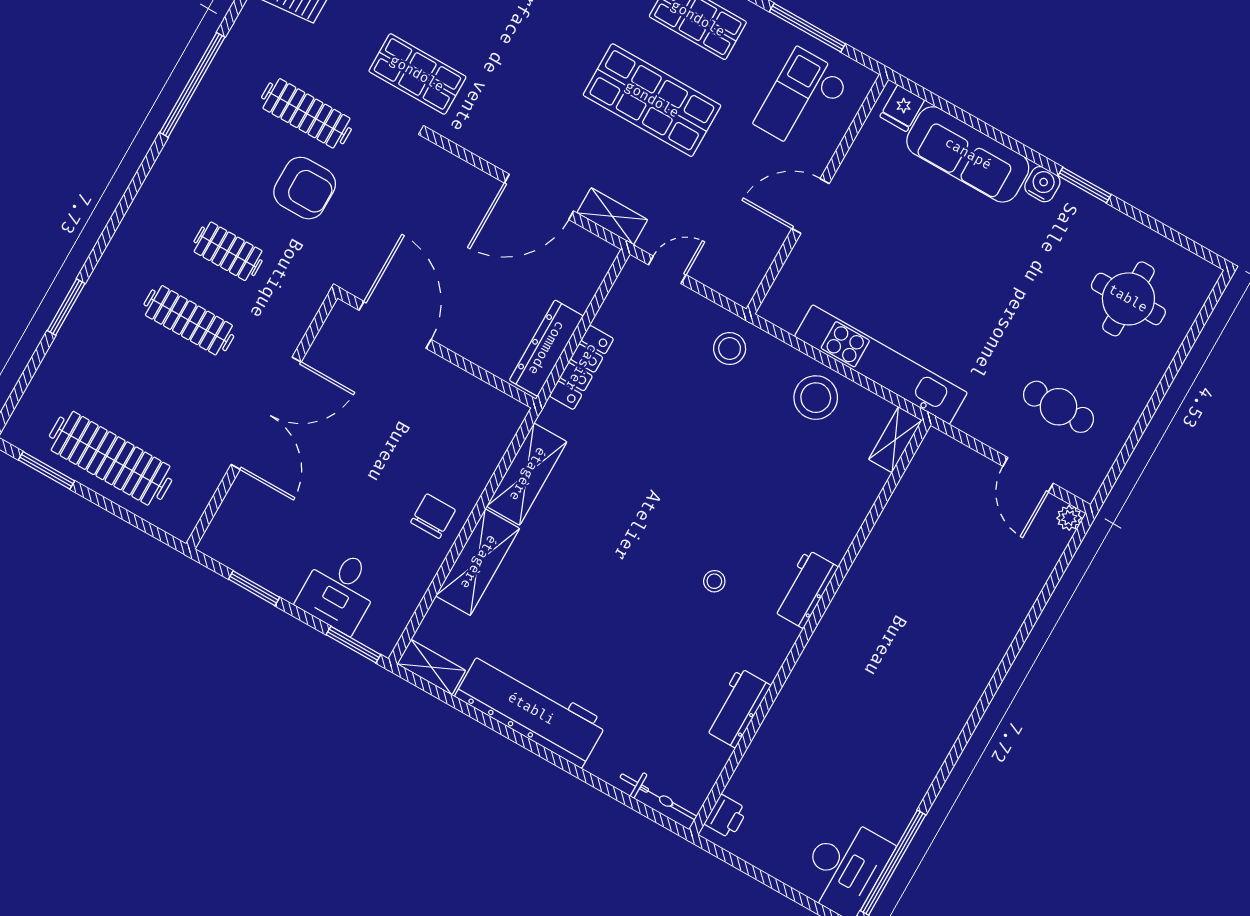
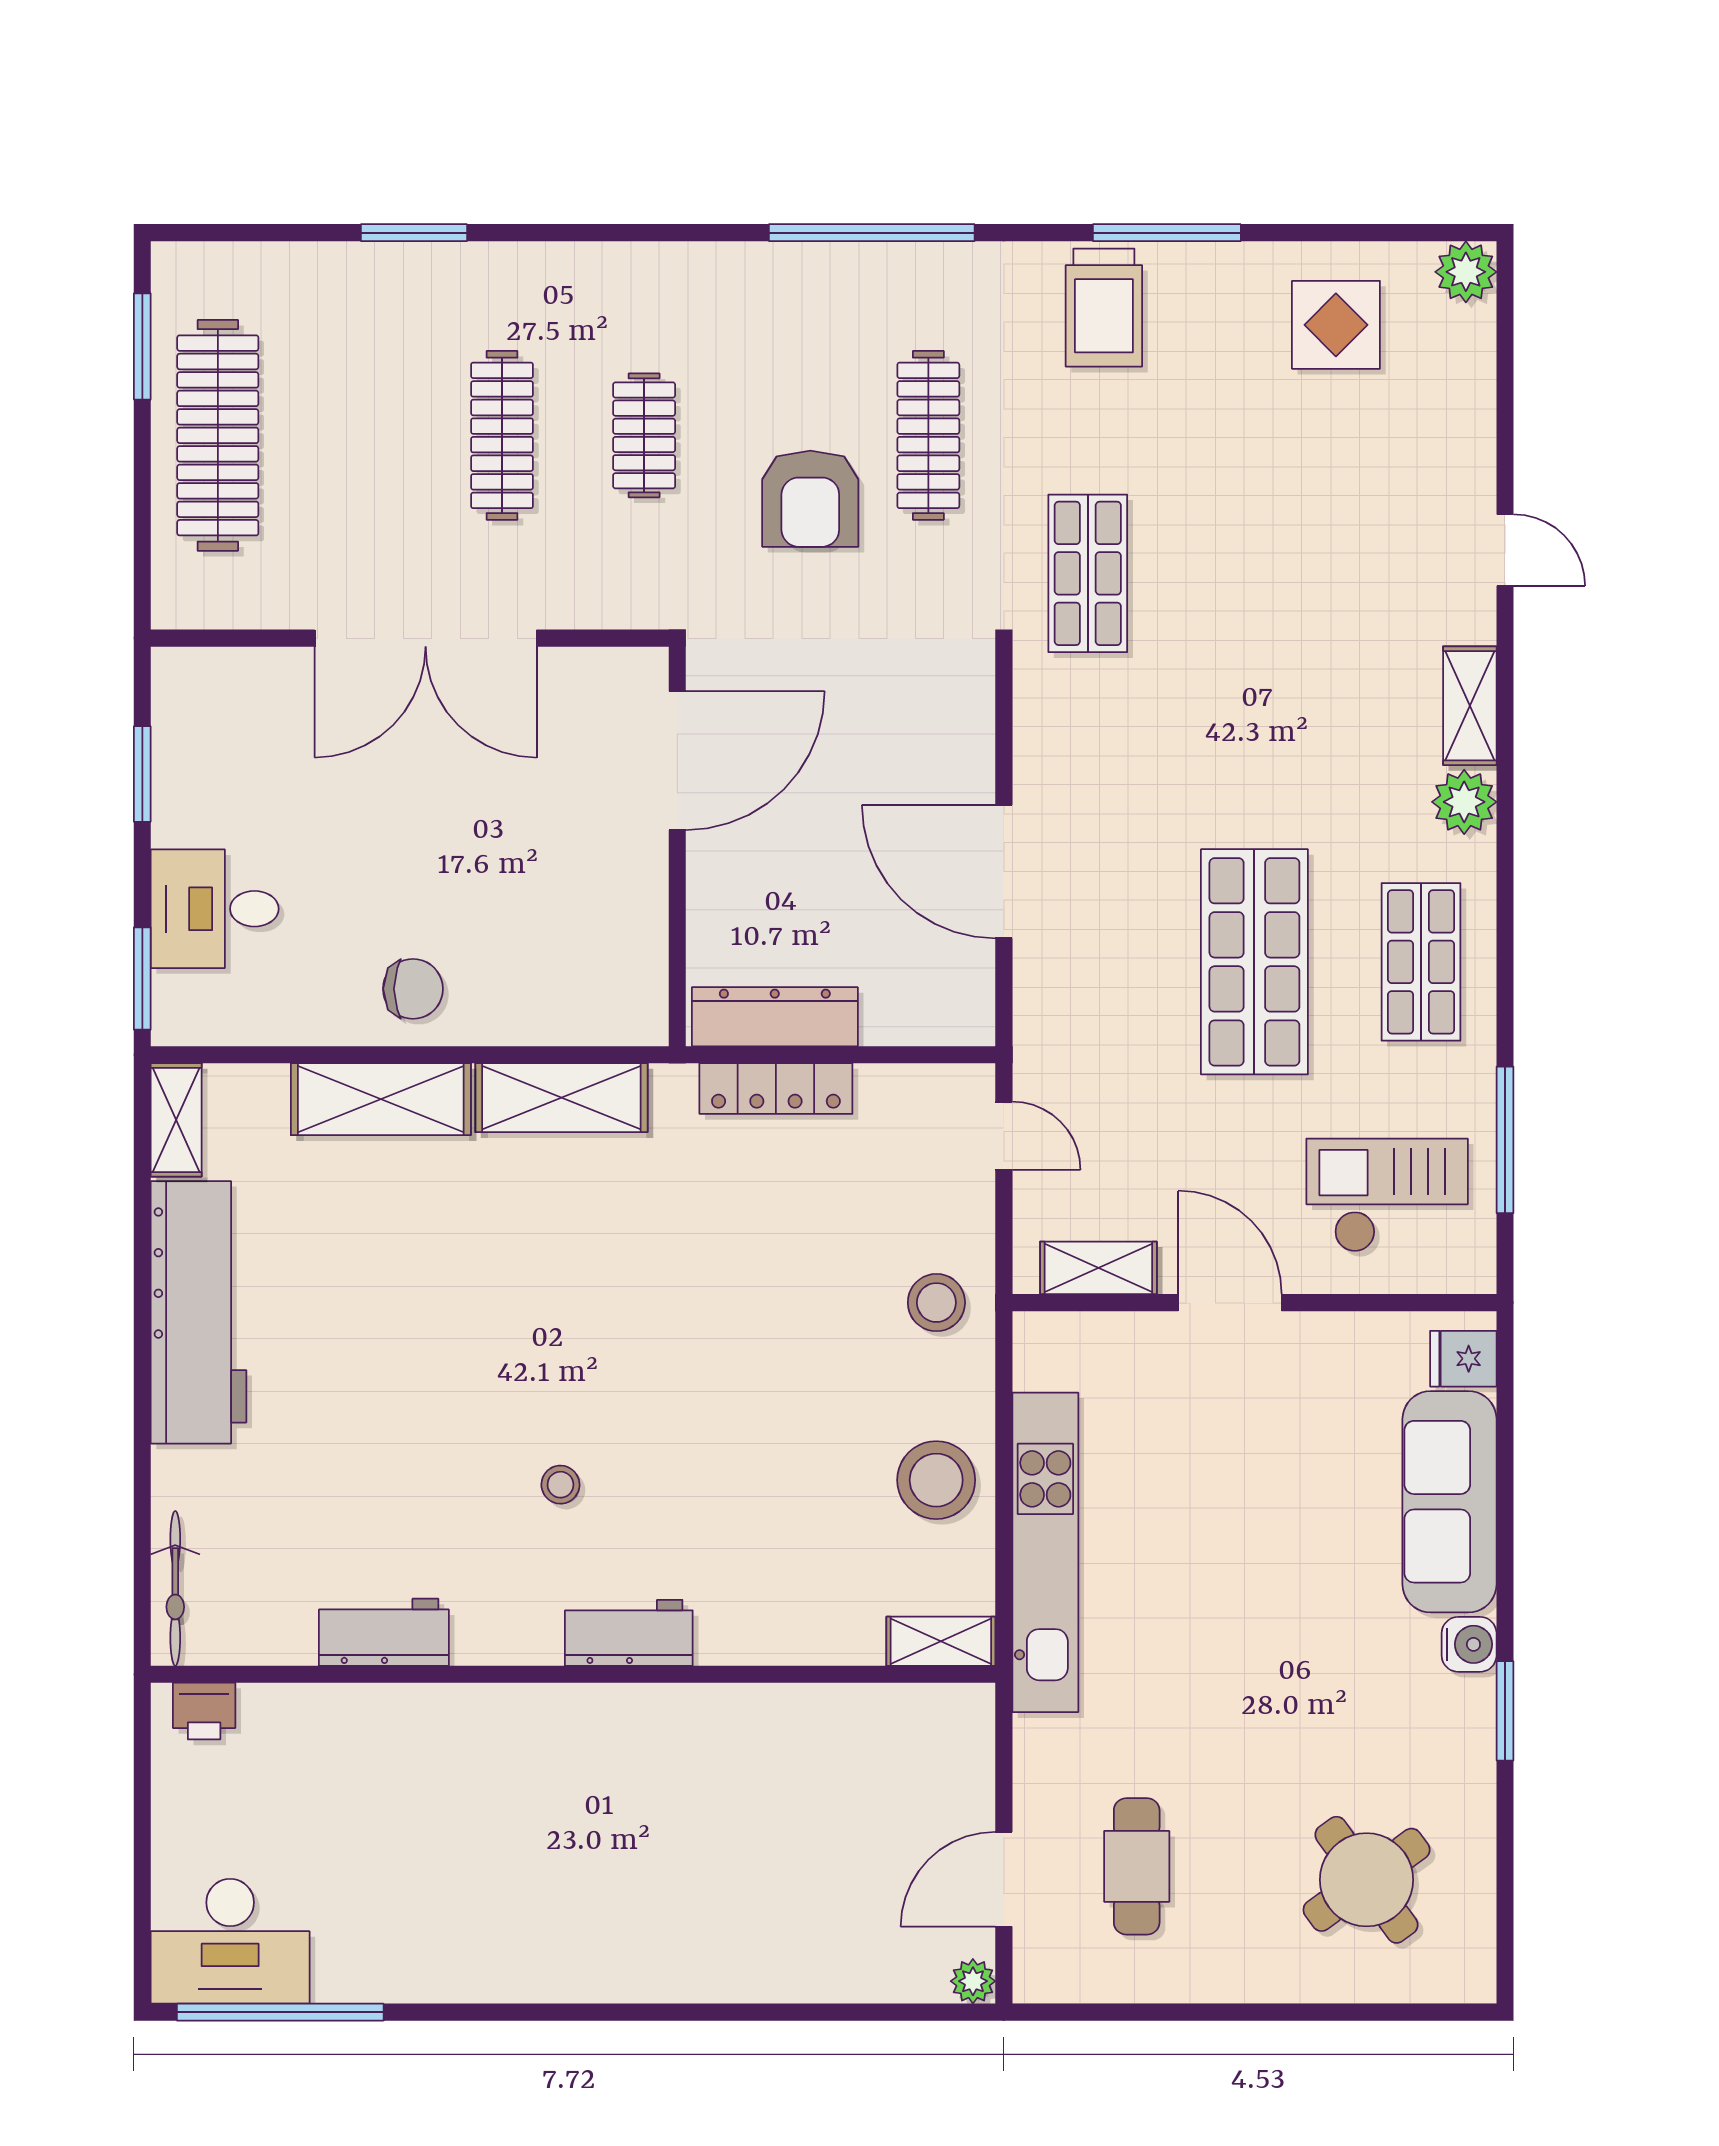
shelving: (612, 216) -> (1098, 1268), moved, turned 90
round table: (1128, 299) -> (1367, 1880), turned -36

